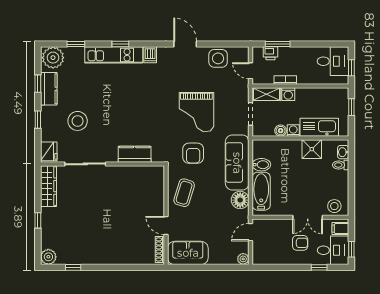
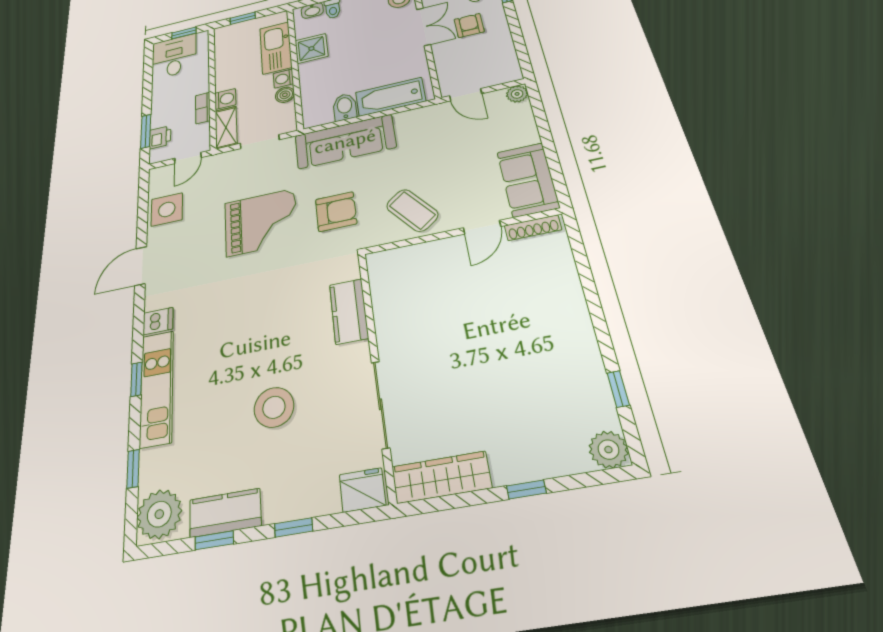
stool: (78, 121) -> (274, 407), moved
coffee table: (184, 193) -> (412, 210), turned 35
floor lamp: (240, 200) -> (411, 122), removed

